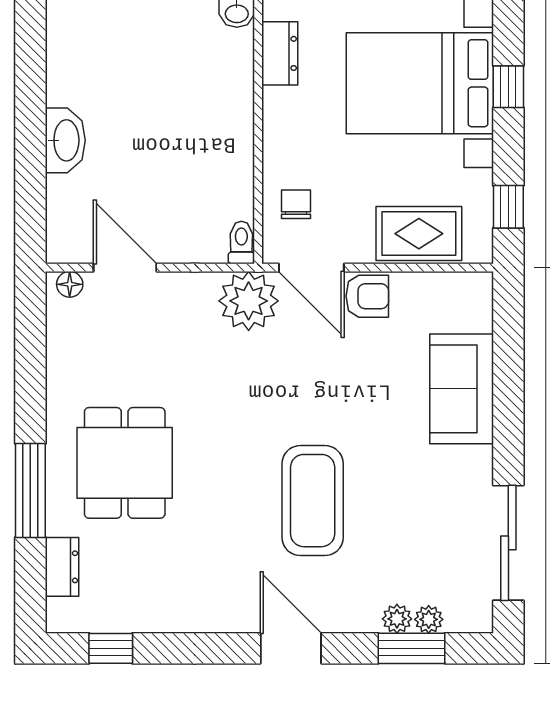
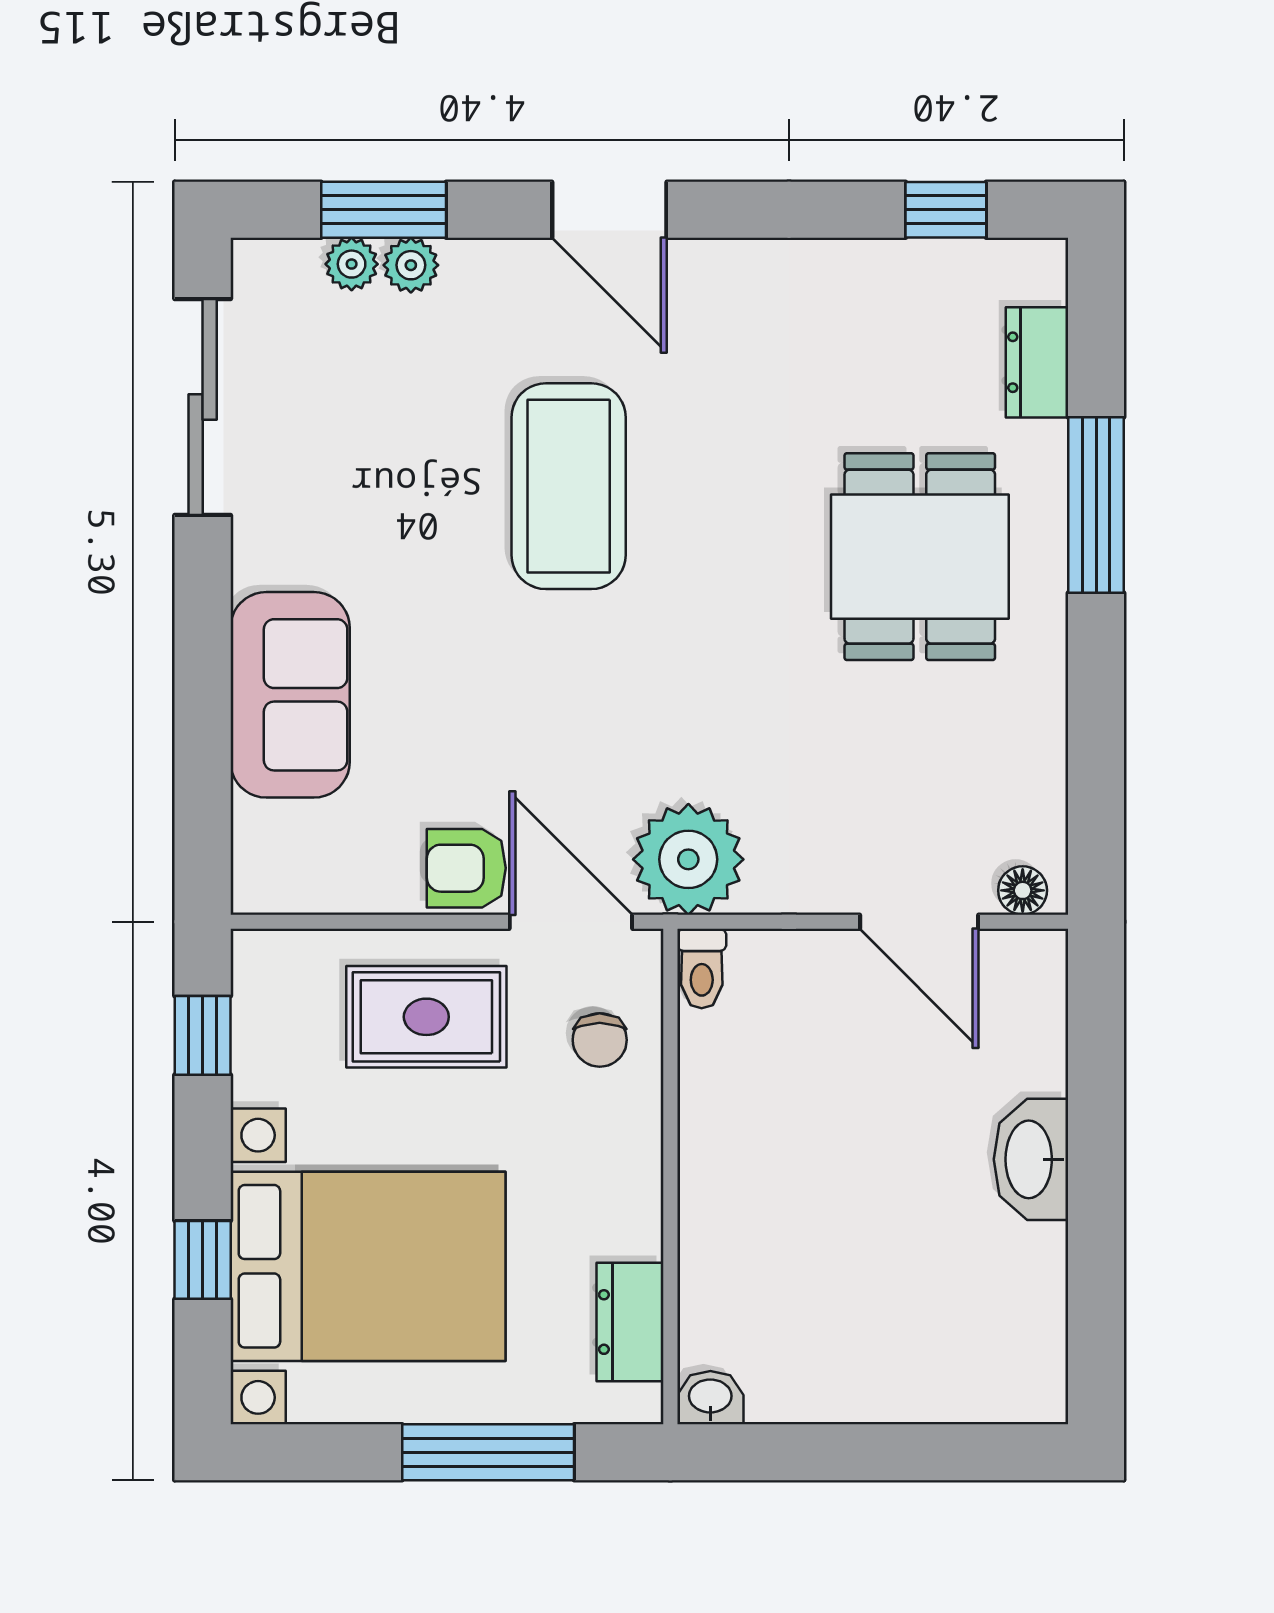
rug: (419, 234) -> (426, 1017), moved

